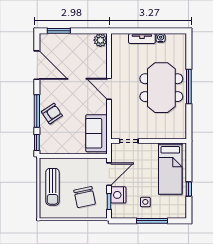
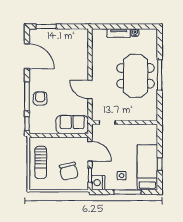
plant: (100, 40) -> (82, 35), removed
door: (109, 89) -> (90, 90), moved
armchair: (52, 114) -> (40, 99), turned -56
sofa: (96, 133) -> (72, 125), moved, turned 90
bed: (170, 169) -> (147, 167), moved, turned 180
door: (109, 174) -> (90, 151), hinge flipped
nightstand: (118, 195) -> (98, 183), moved

